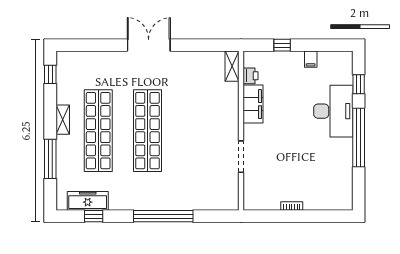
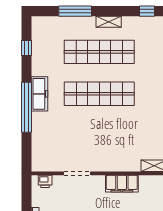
printer: (250, 76) -> (45, 181), moved
freezer: (88, 201) -> (40, 94), moved

